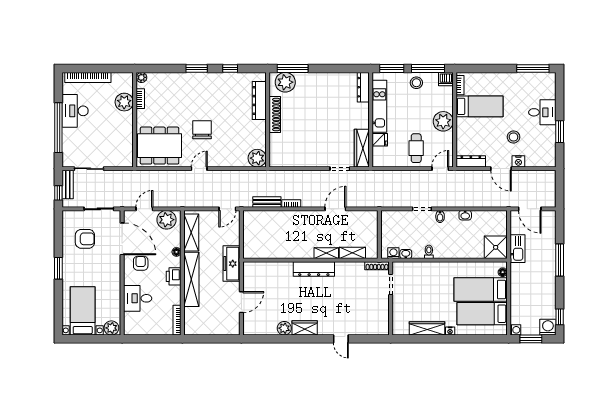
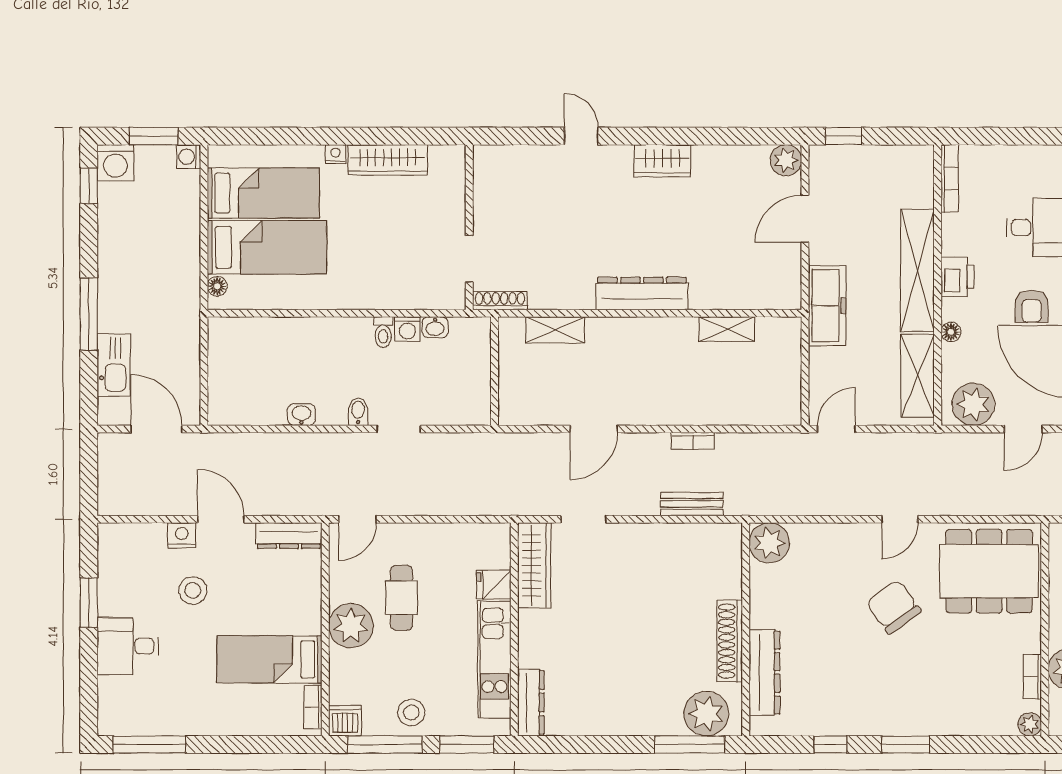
chair: (202, 130) -> (894, 607), turned 144
cafe table: (416, 148) -> (401, 598), moved
bench: (267, 202) -> (692, 504), moved
shower: (496, 247) -> (233, 342), removed
kitchen sink: (517, 249) -> (114, 365), moved, turned 180
shelving: (326, 253) -> (727, 329), moved
washing machine: (393, 253) -> (407, 329), moved
plant: (284, 328) -> (786, 160), moved
window: (224, 339) -> (844, 136), added

